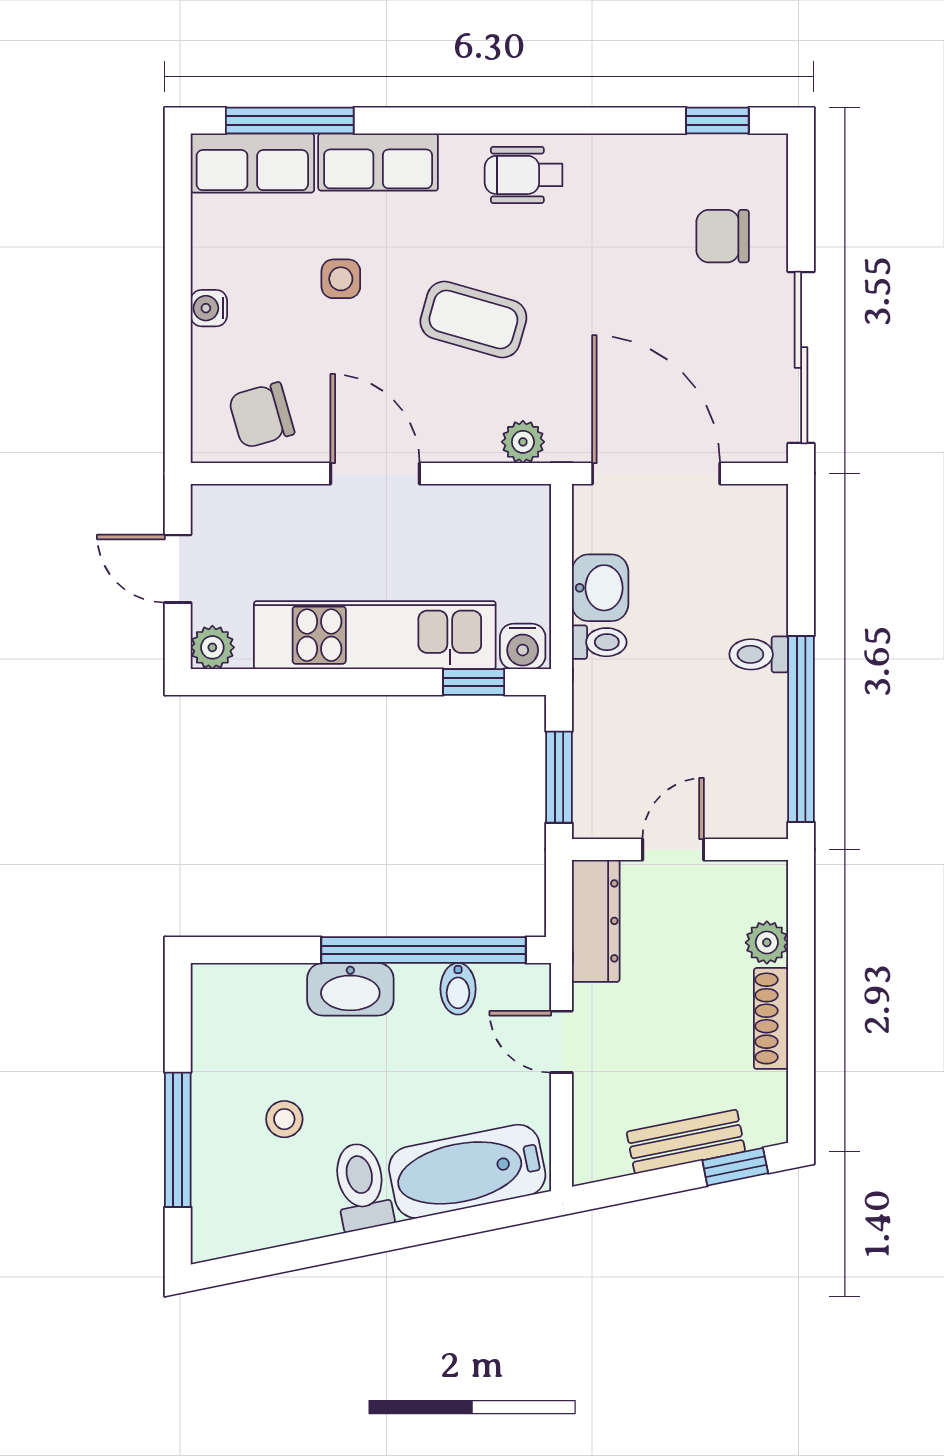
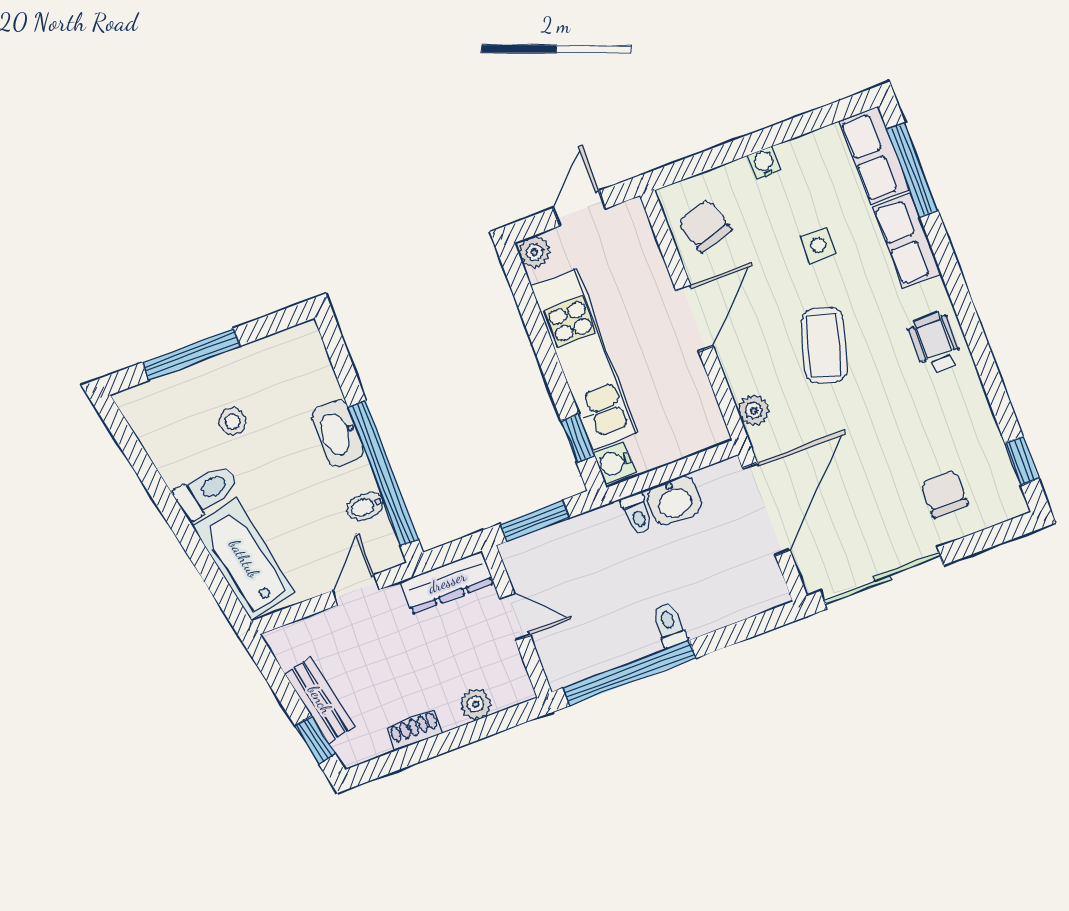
shoe rack: (771, 1018) -> (415, 730), width x0.70

